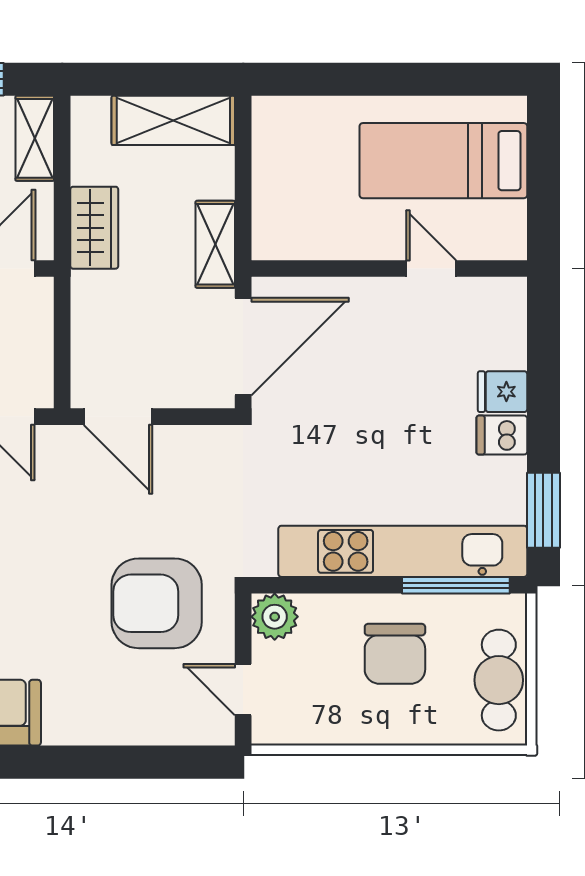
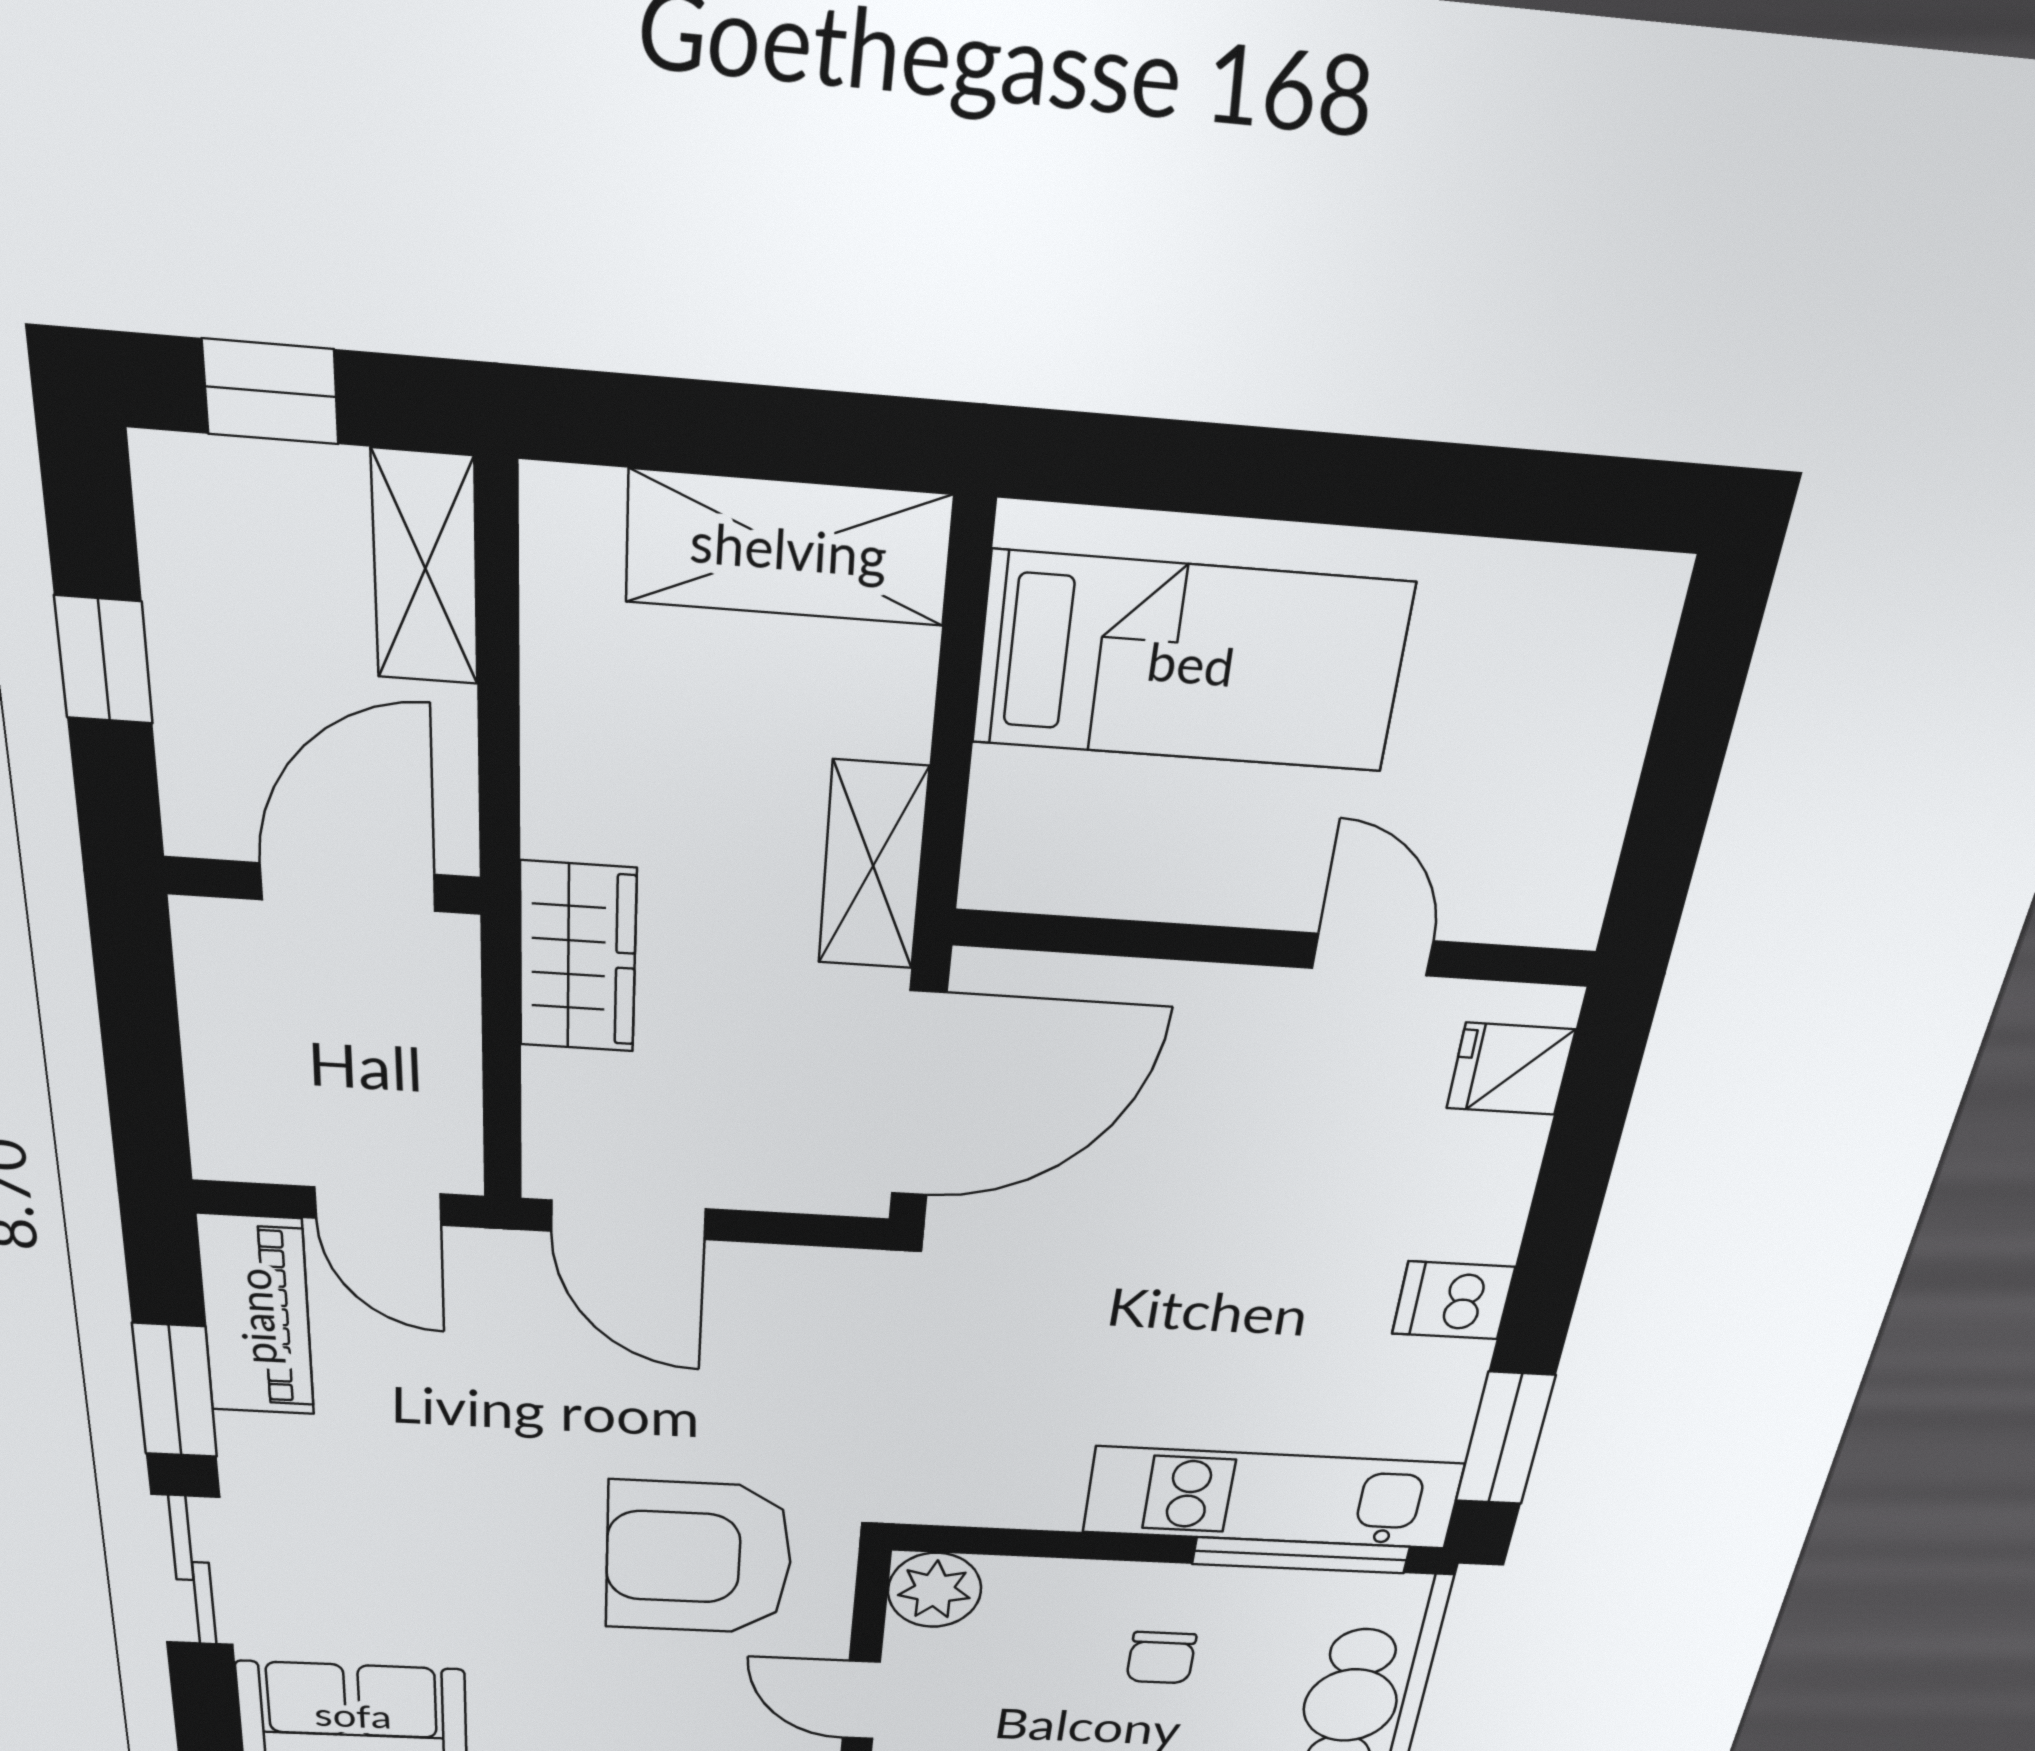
bed: (443, 161) -> (1191, 663), moved, turned 180
wardrobe: (94, 228) -> (578, 958), moved
fridge: (503, 392) -> (1511, 1069), moved
kitchen unit: (403, 551) -> (1273, 1498), width x0.73
chair: (395, 654) -> (1161, 1658), width x0.54, depth x0.54

